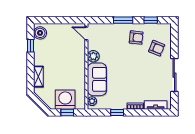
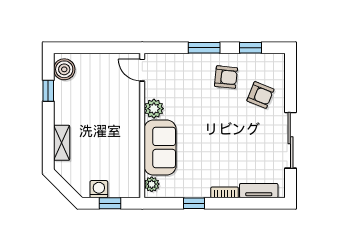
washing machine: (65, 100) -> (99, 189), width x0.53, depth x0.53

